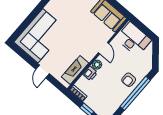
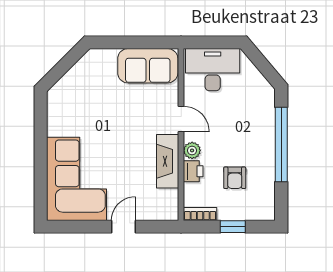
fireplace: (75, 70) -> (168, 161), moved
door: (43, 71) -> (123, 227), swing flipped
armchair: (129, 80) -> (235, 178), moved

